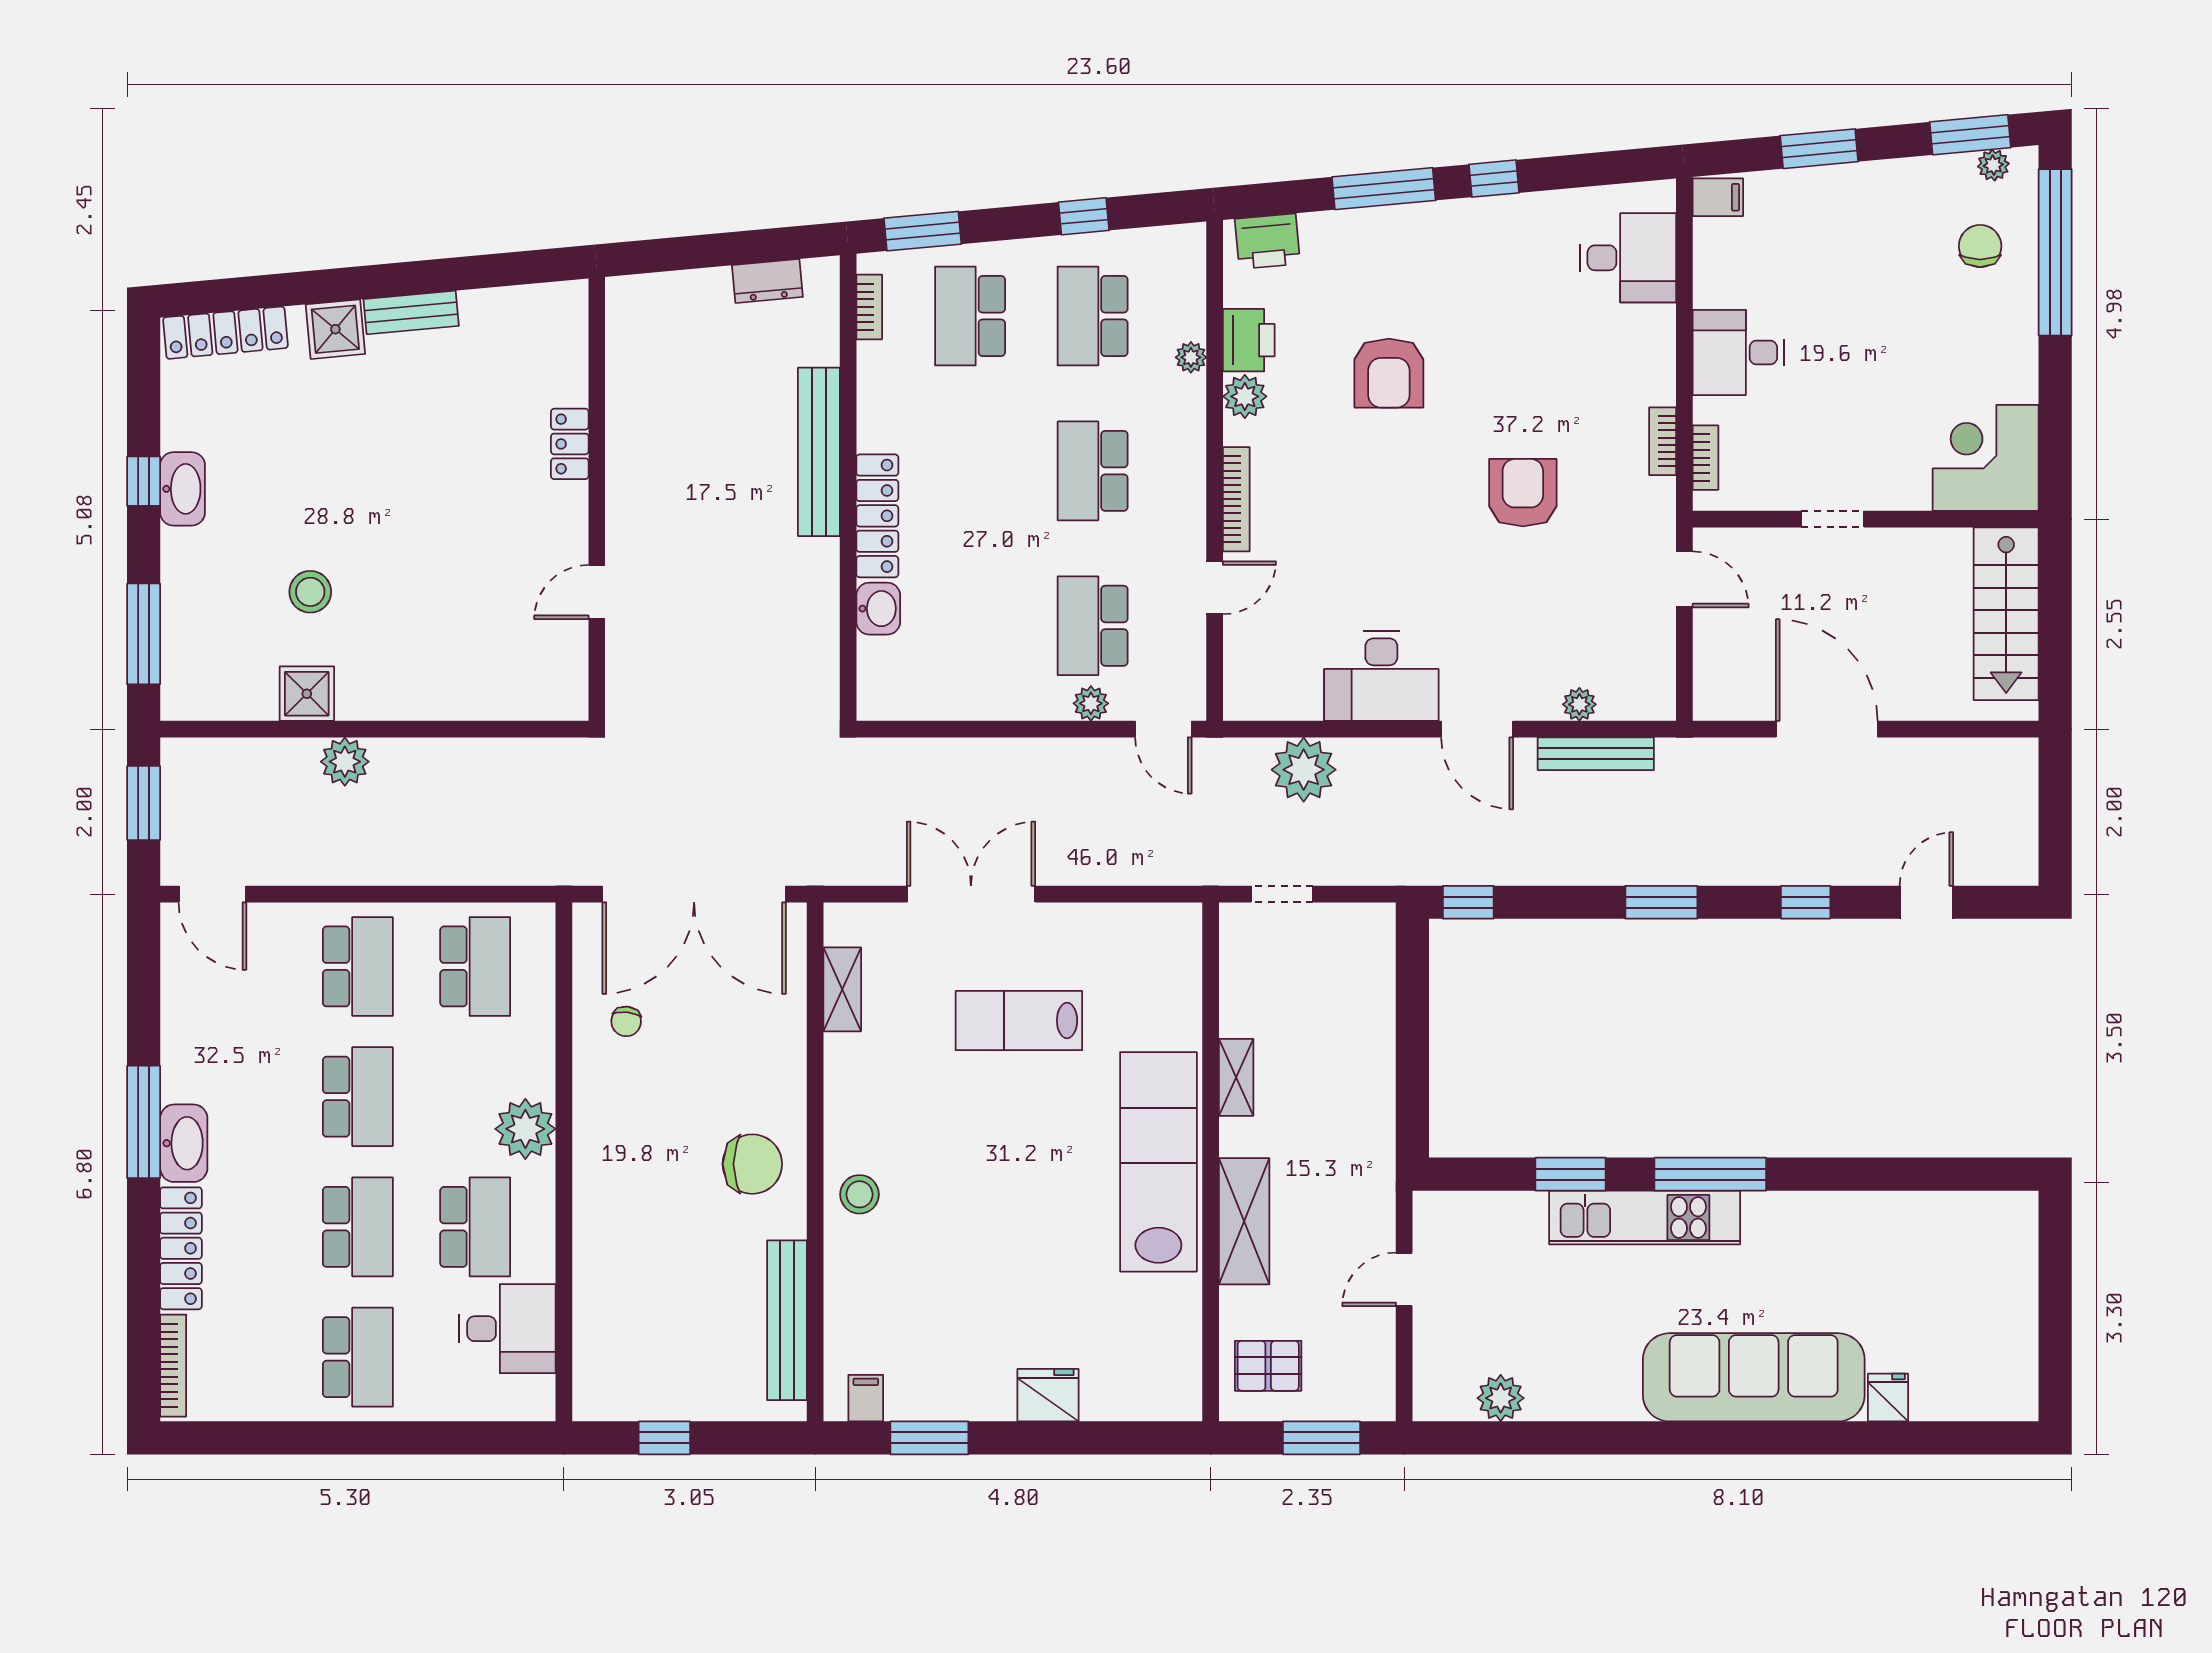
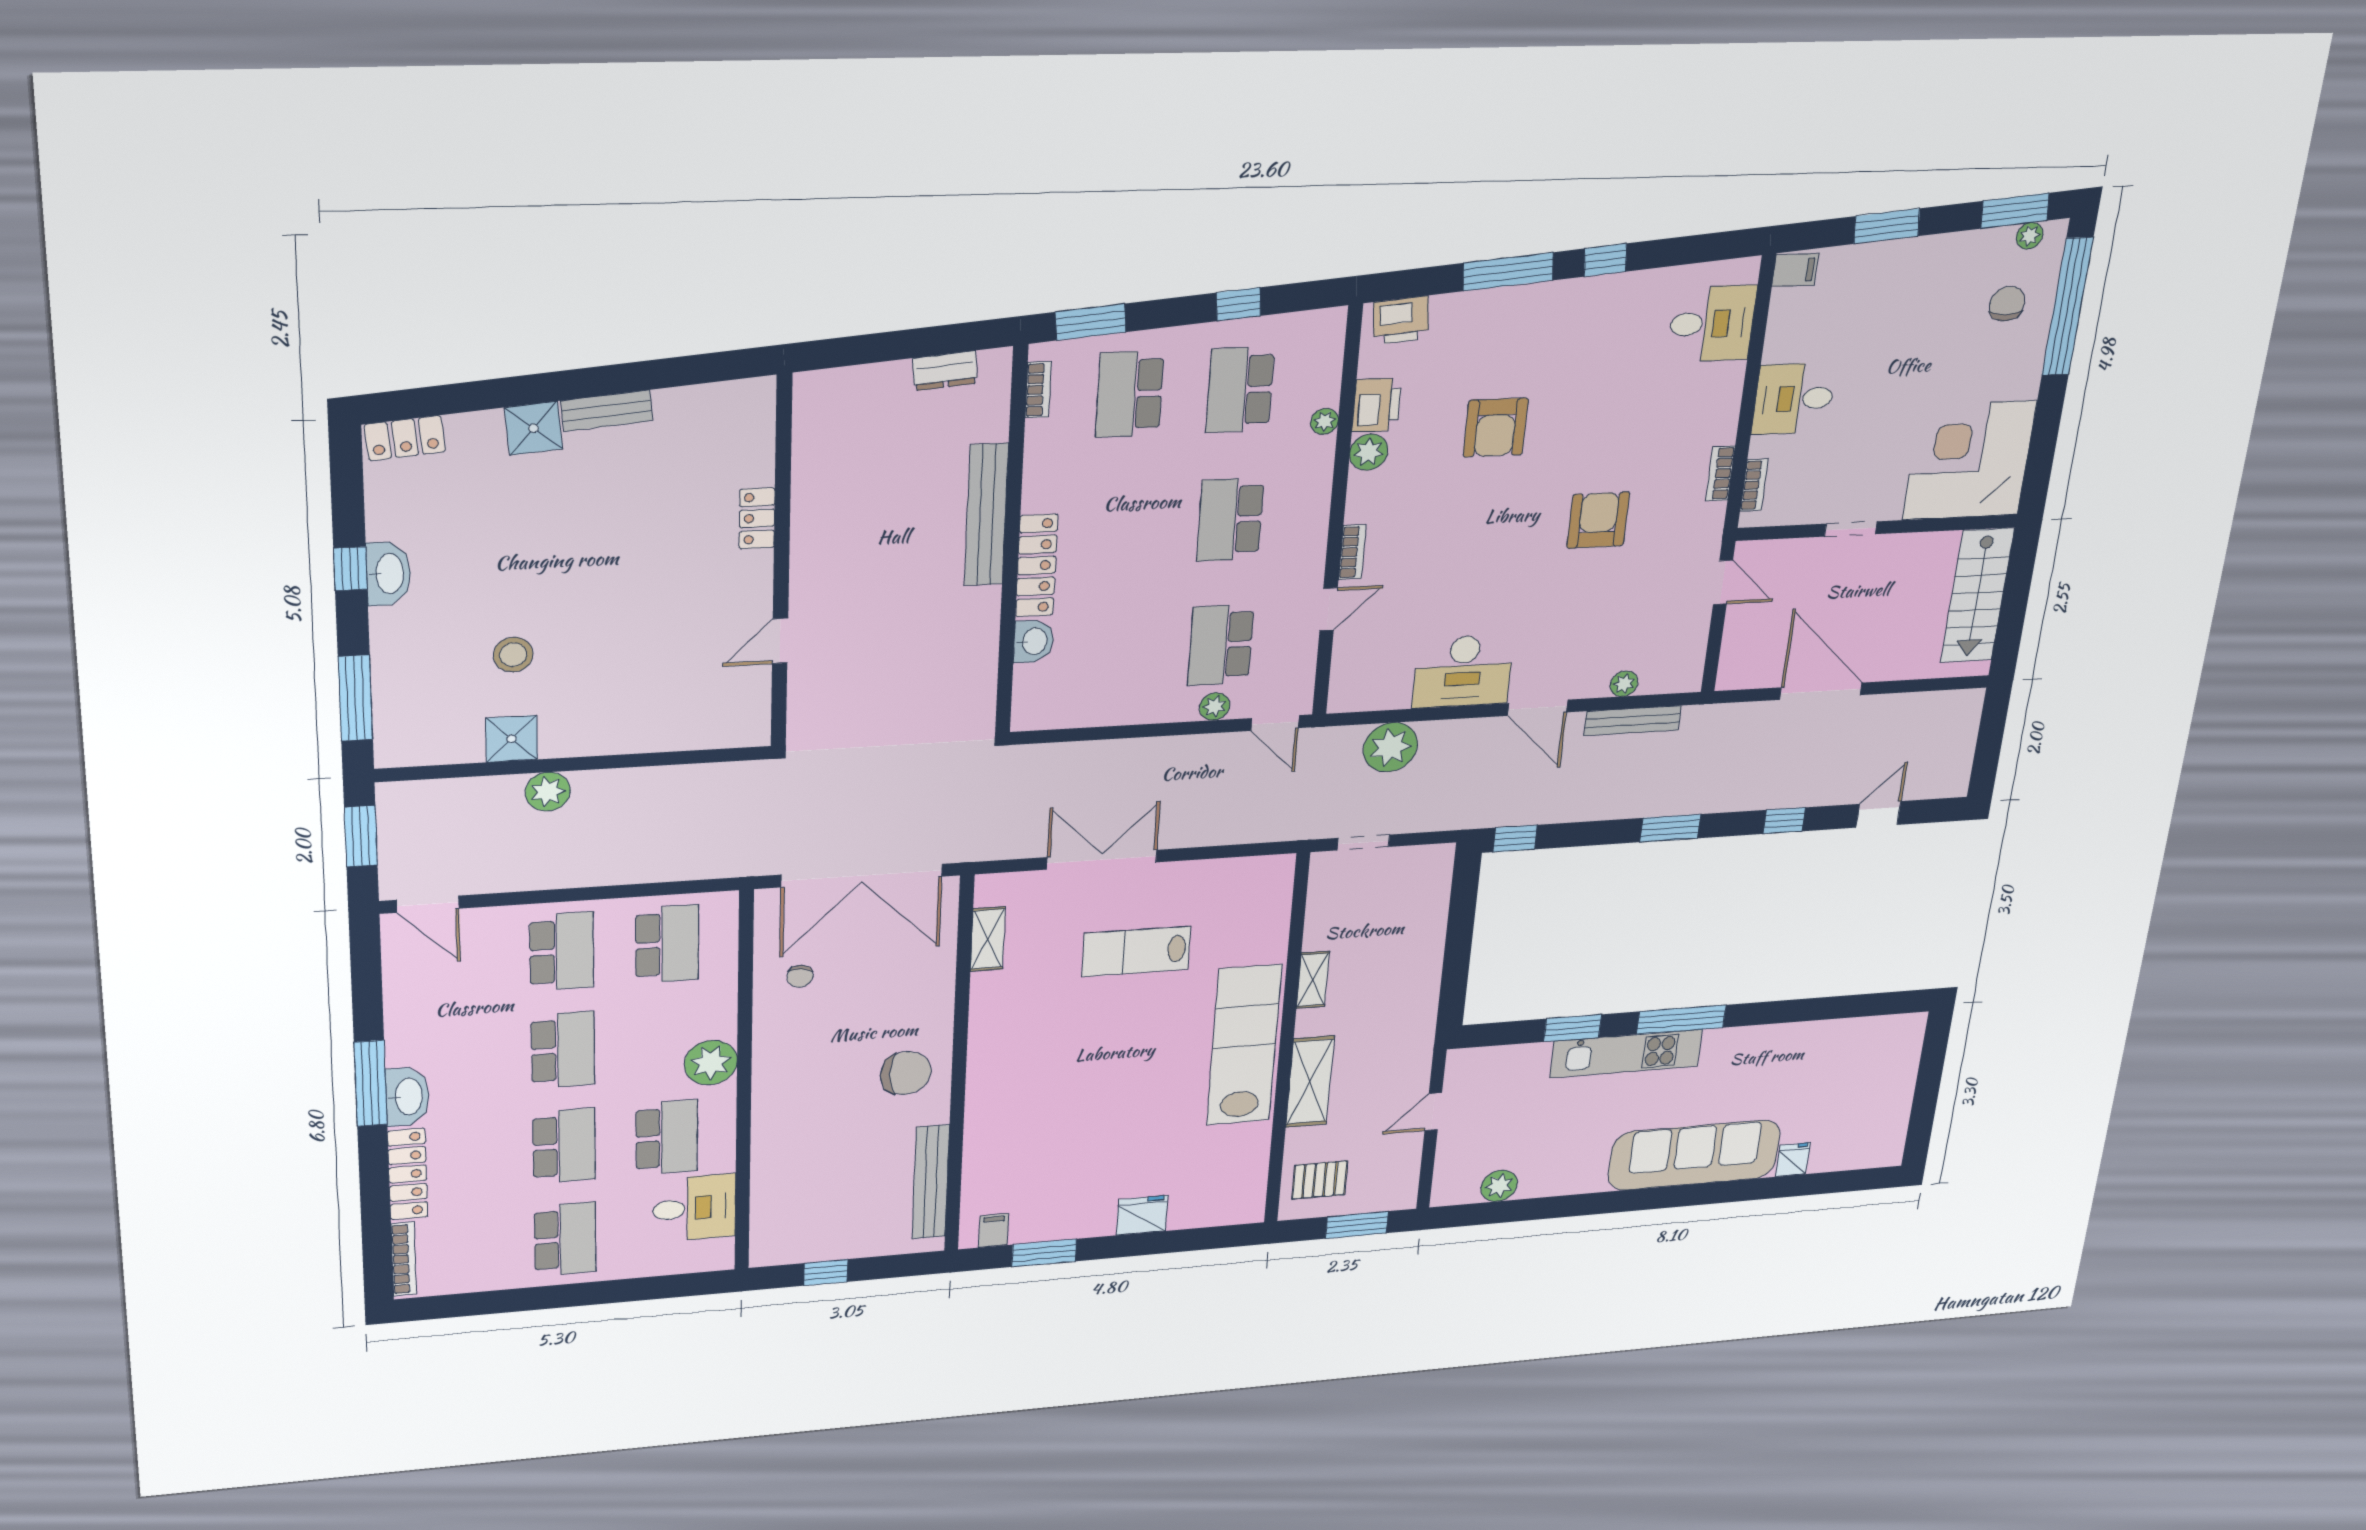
locker: (225, 333) -> (405, 438), width x0.66
corner desk: (1986, 458) -> (1969, 460), width x1.36, depth x1.36
bookcase: (1236, 499) -> (1352, 552), width x0.64
stool: (860, 1194) -> (995, 1088), removed

